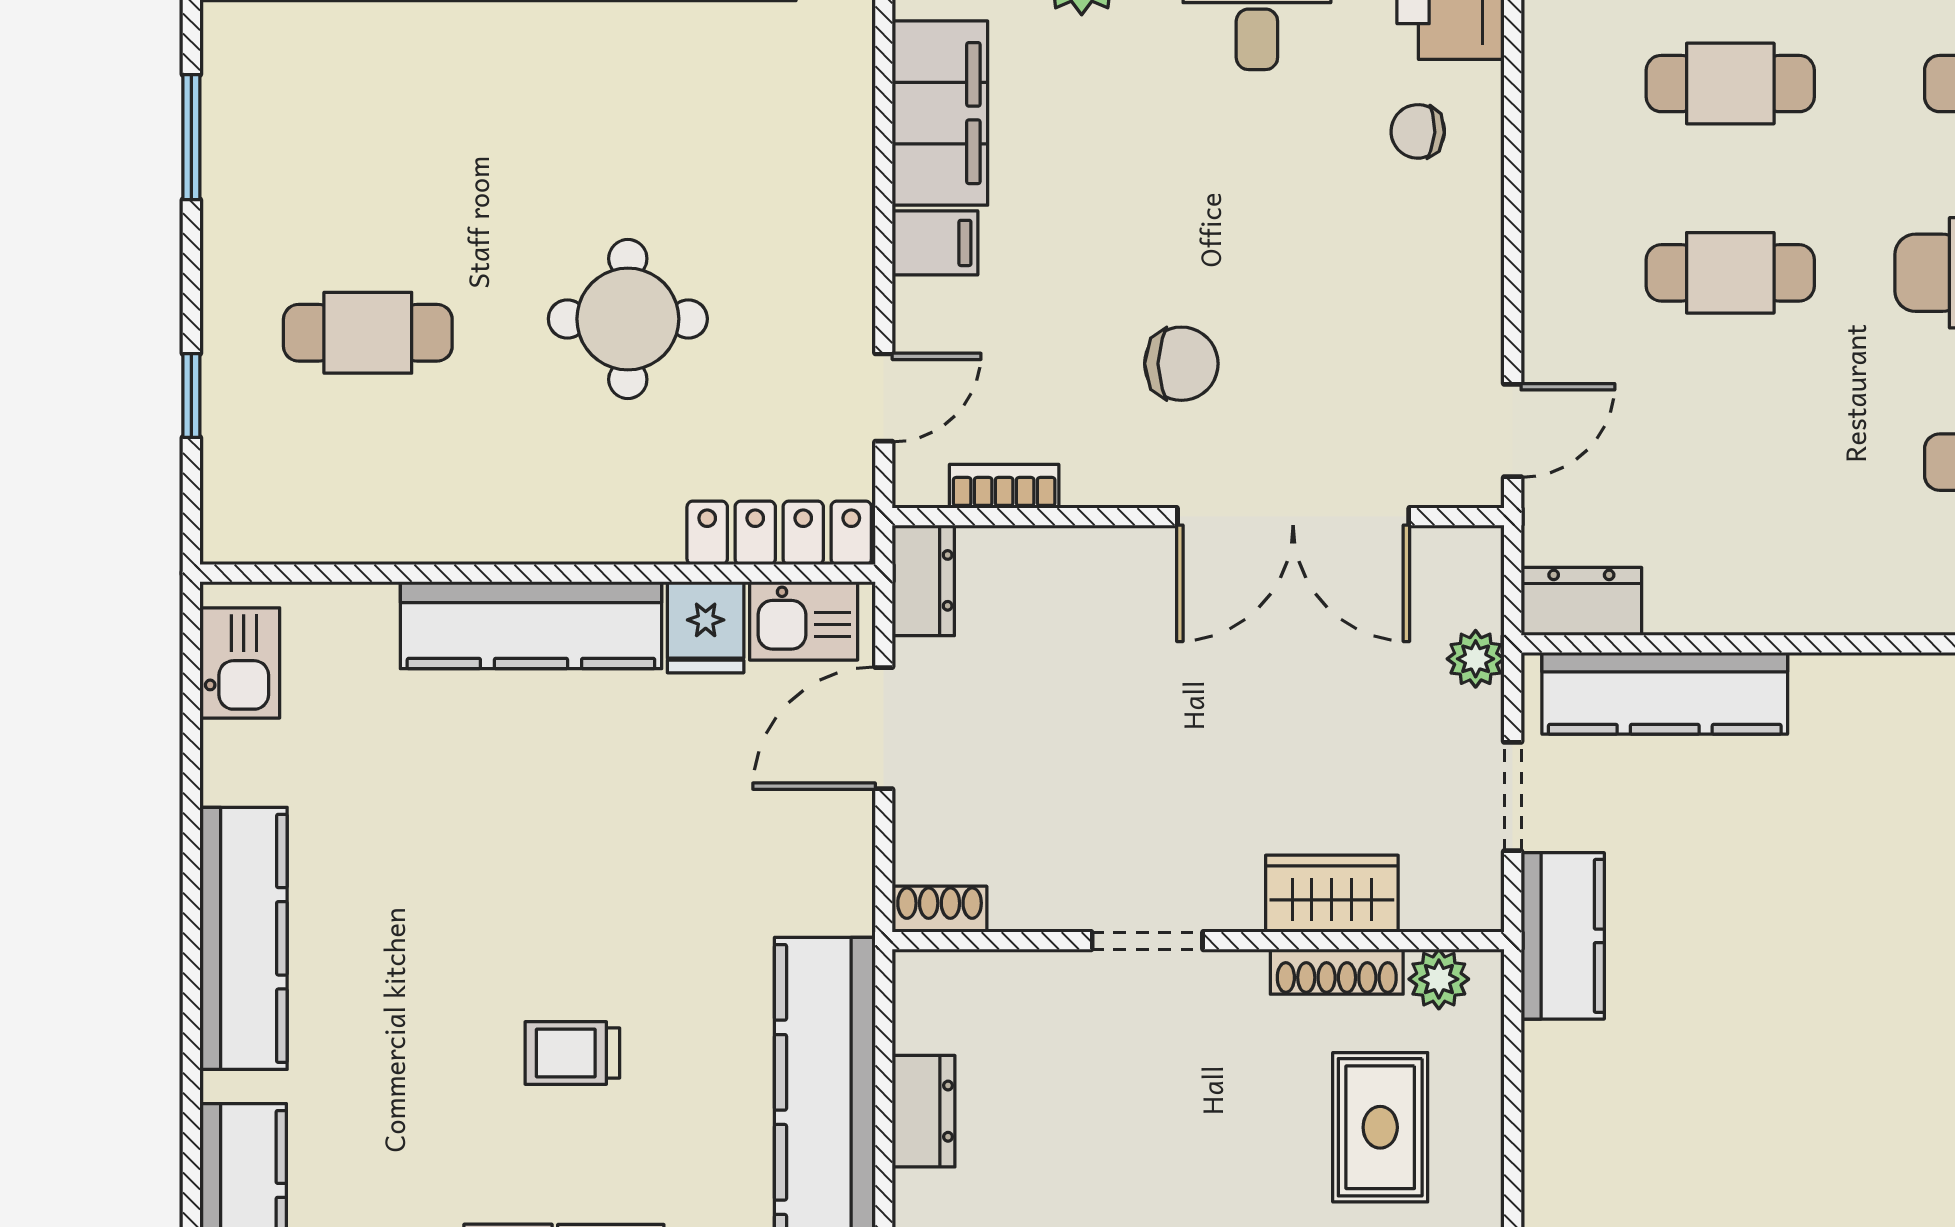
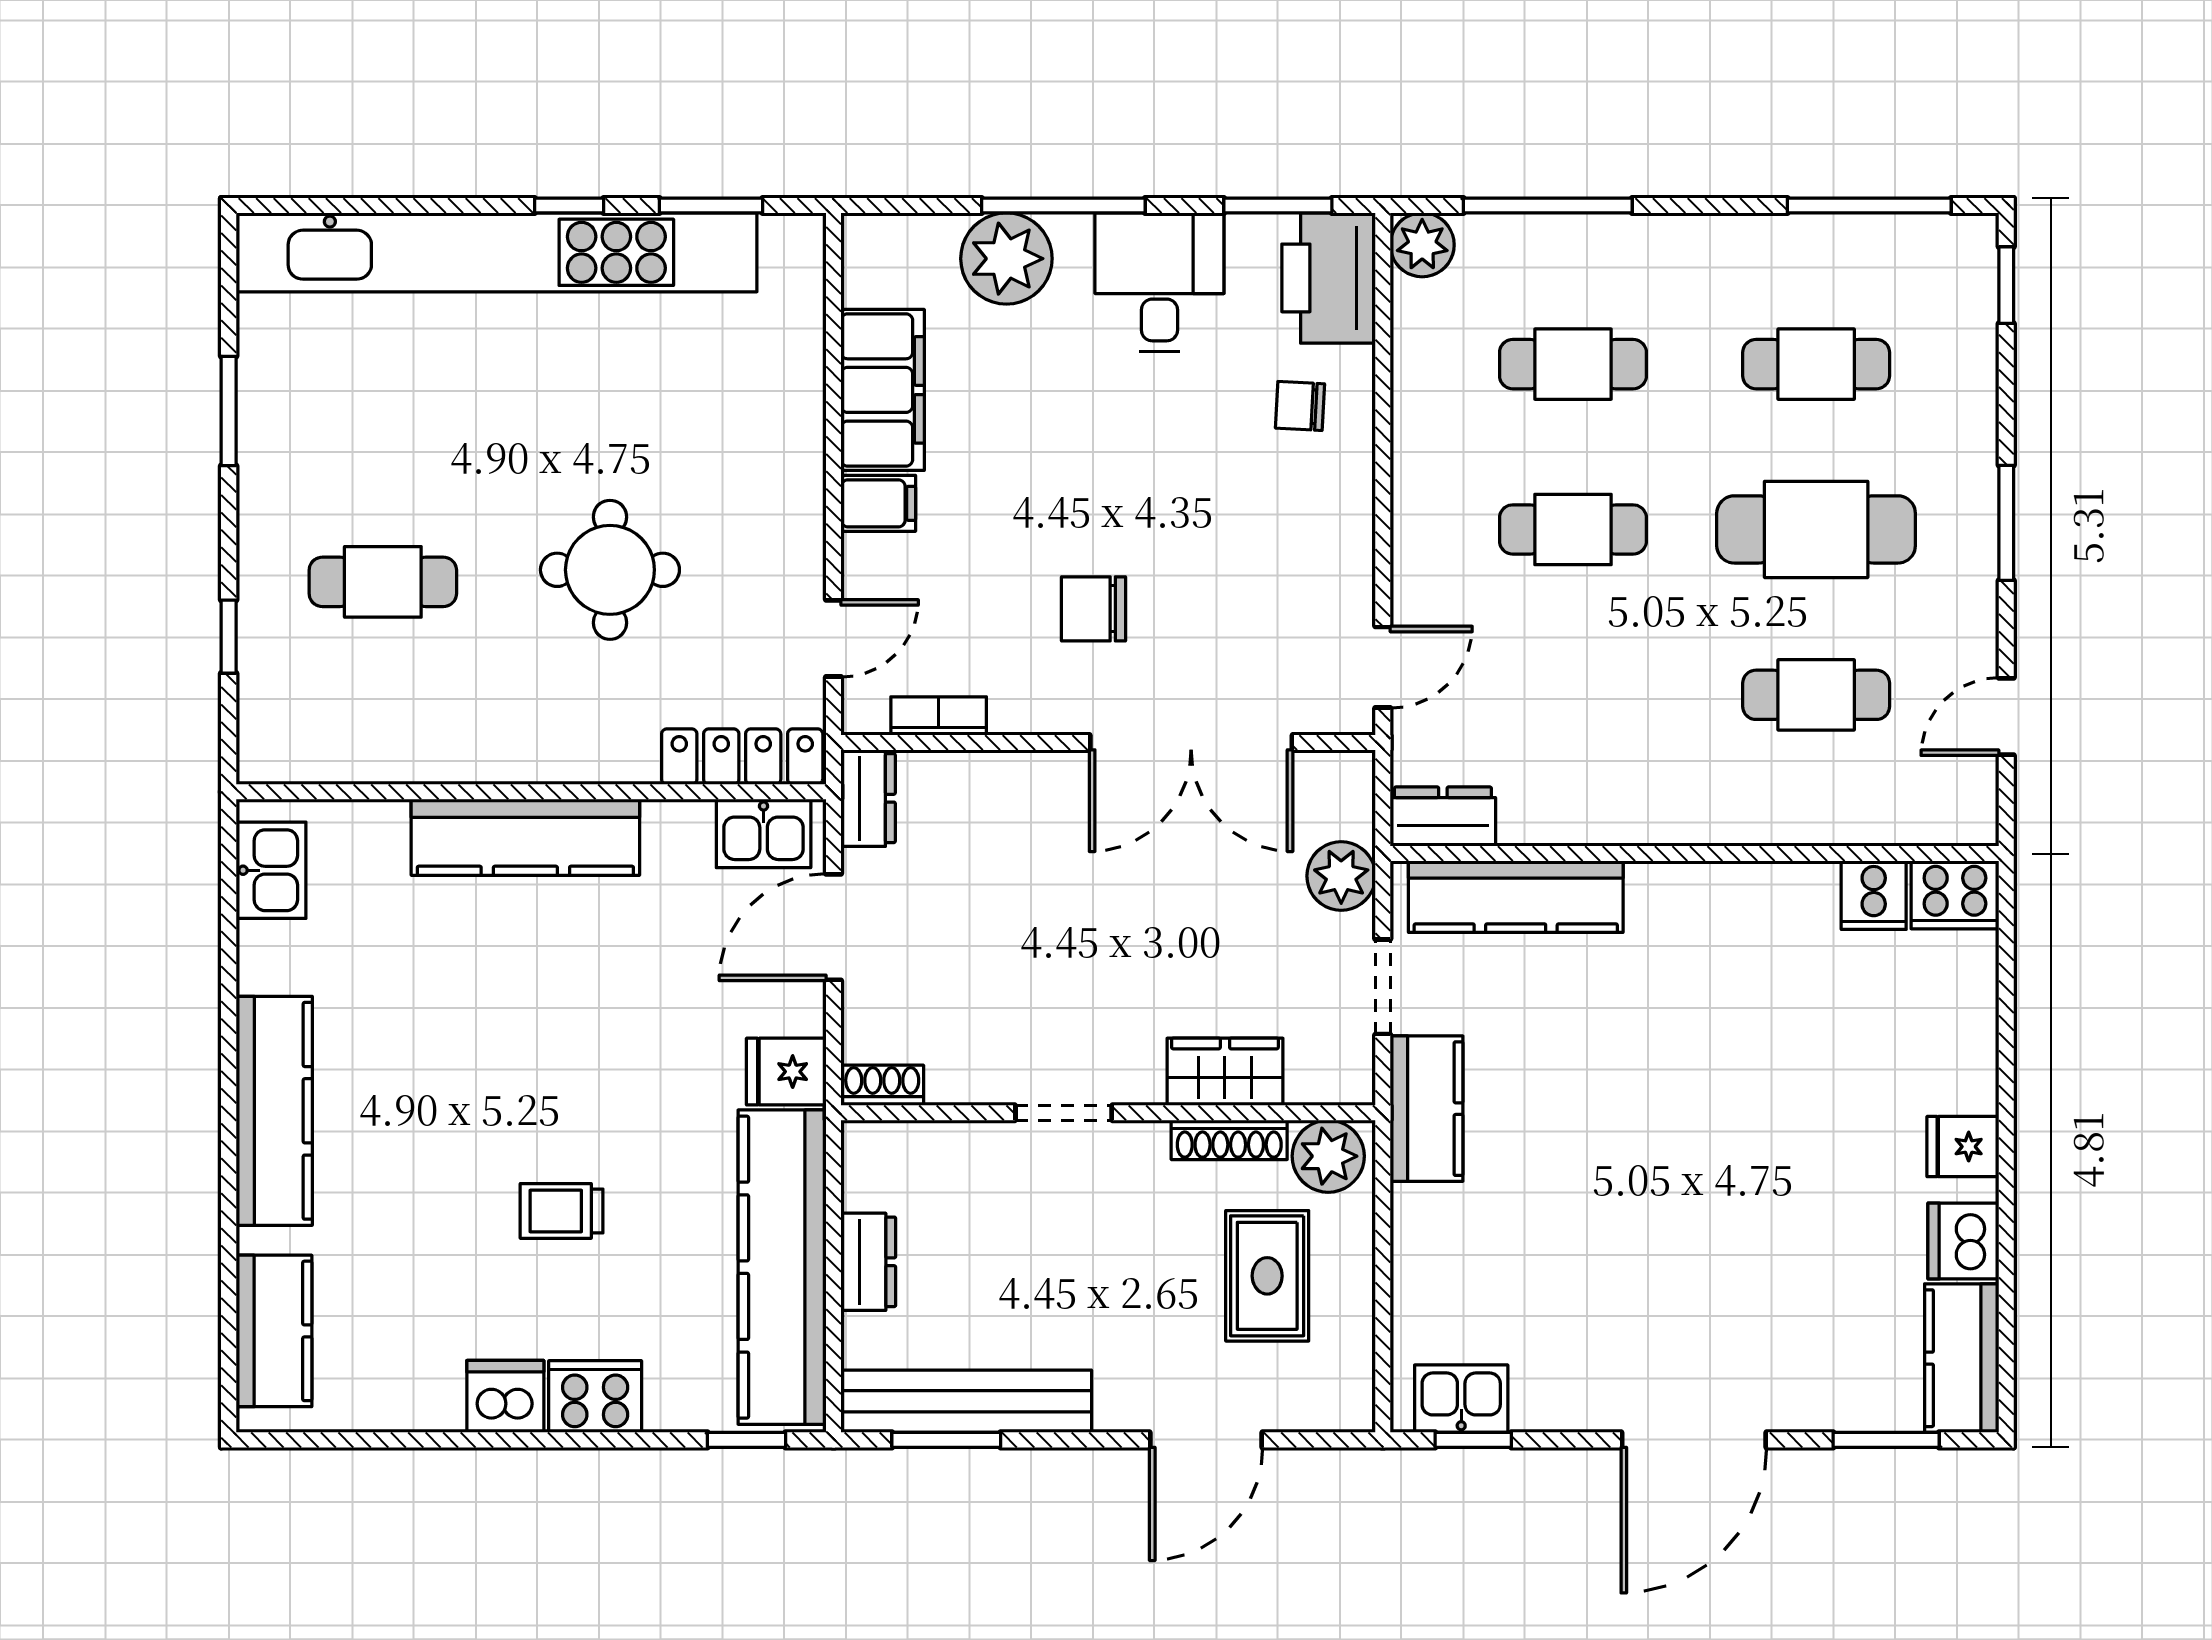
chair: (1181, 364) -> (1093, 609), turned 180
fridge: (706, 627) -> (786, 1072), moved, turned 90
plant: (1476, 659) -> (1341, 876), width x1.38, depth x1.38
plant: (1439, 979) -> (1328, 1156), width x1.38, depth x1.38

